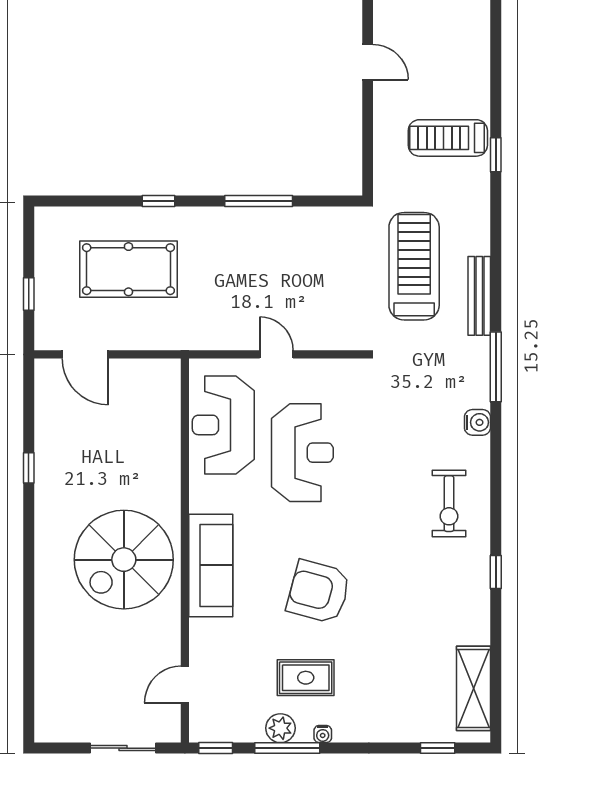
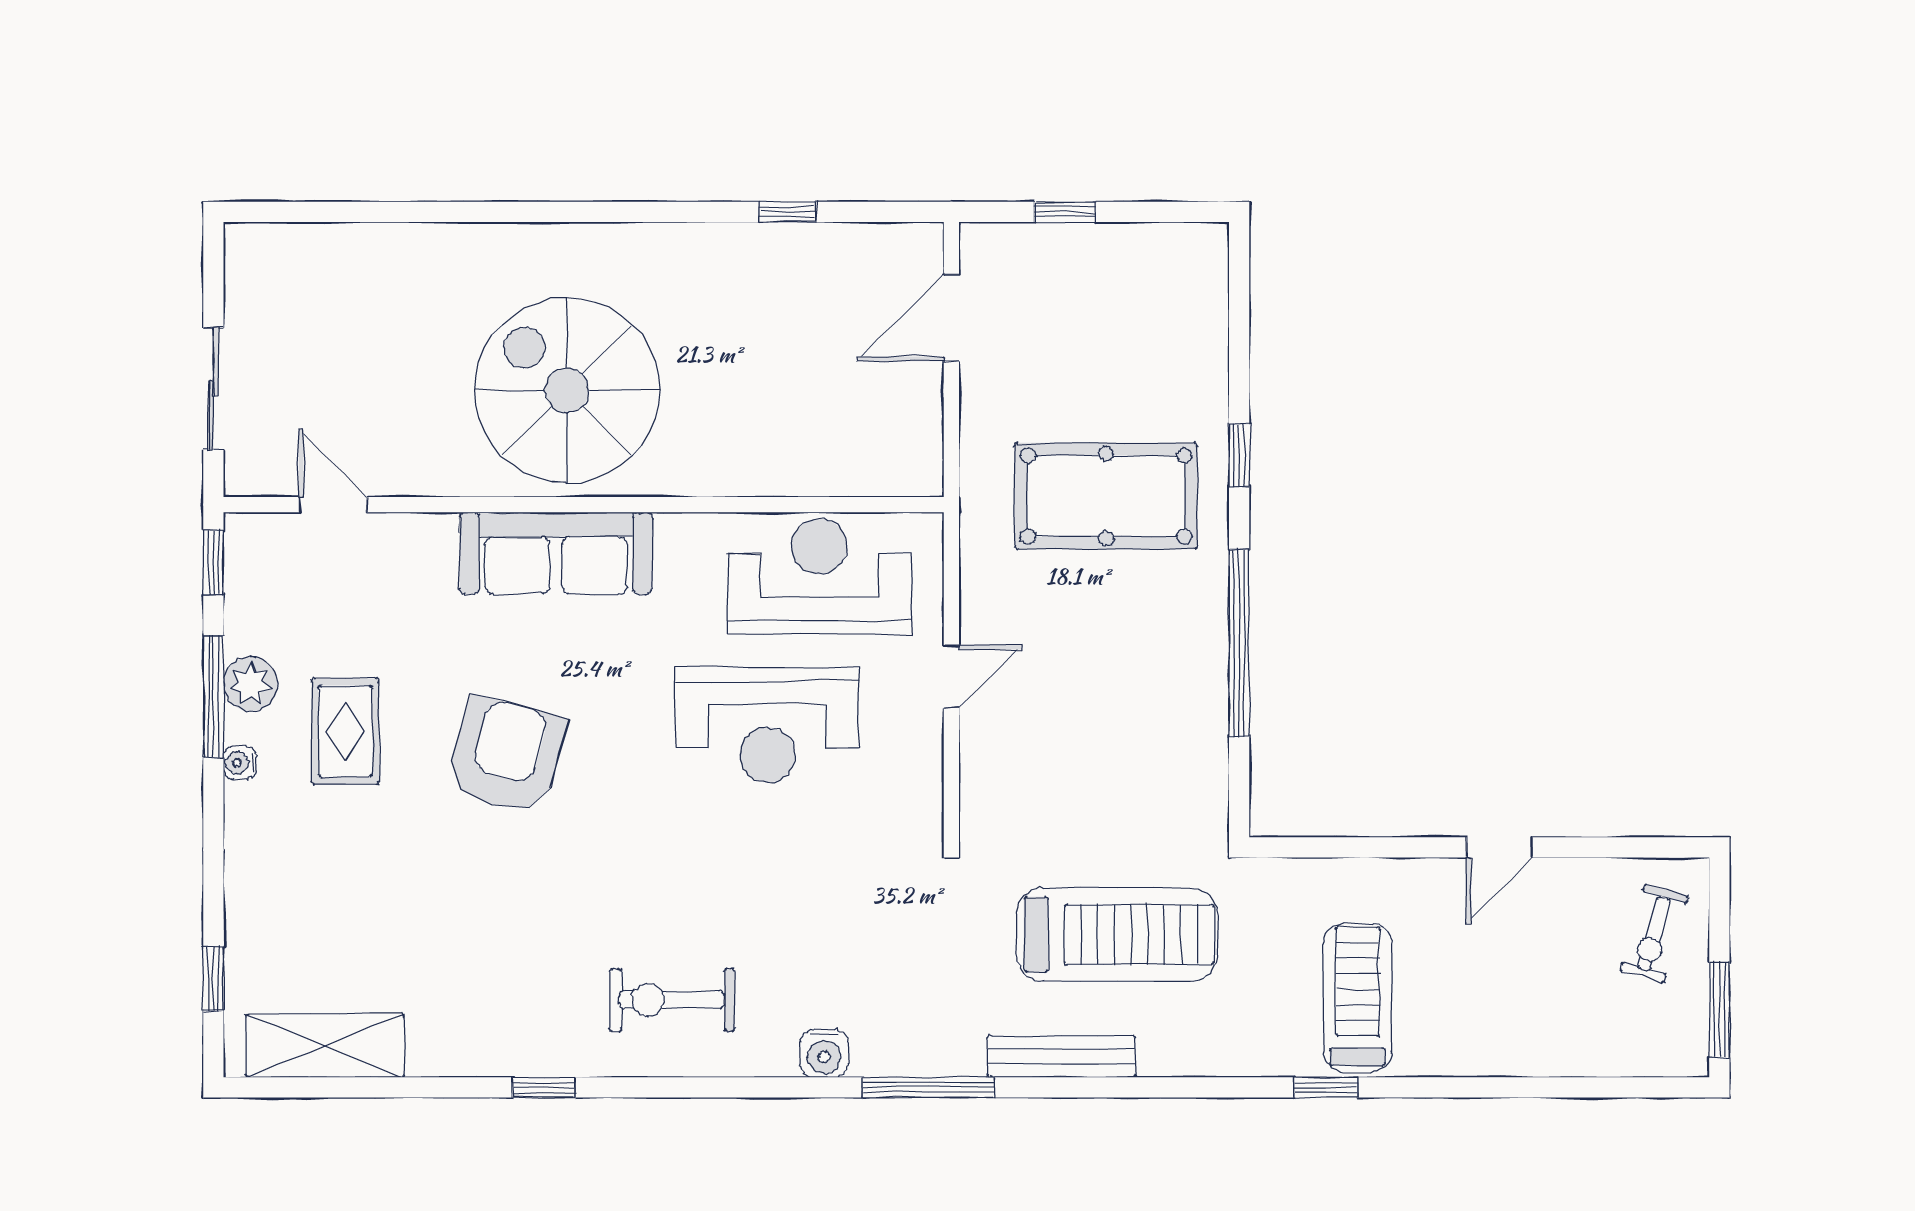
window: (259, 201) -> (1239, 643), width x1.46
pool table: (128, 269) -> (1106, 496), moved, turned 90
window: (29, 468) -> (788, 212), moved

